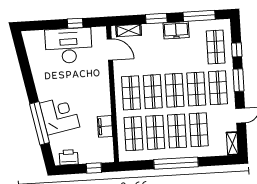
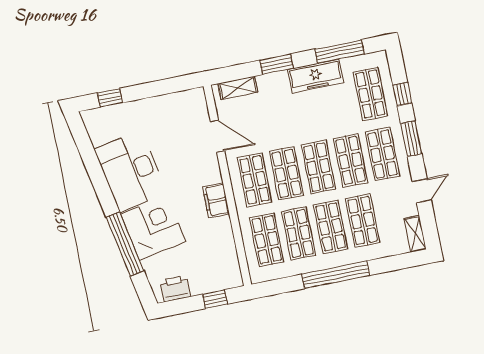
window: (75, 23) -> (110, 98), moved
freezer: (176, 30) -> (316, 76), width x1.40
desk: (69, 46) -> (131, 171), moved, turned -101
door: (110, 50) -> (217, 136), moved
filing cabinet: (105, 126) -> (216, 200), moved

